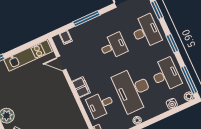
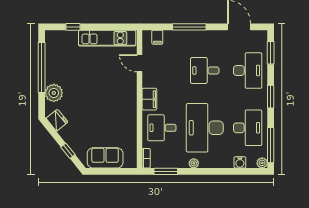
desk: (113, 46) -> (205, 71), turned 180

